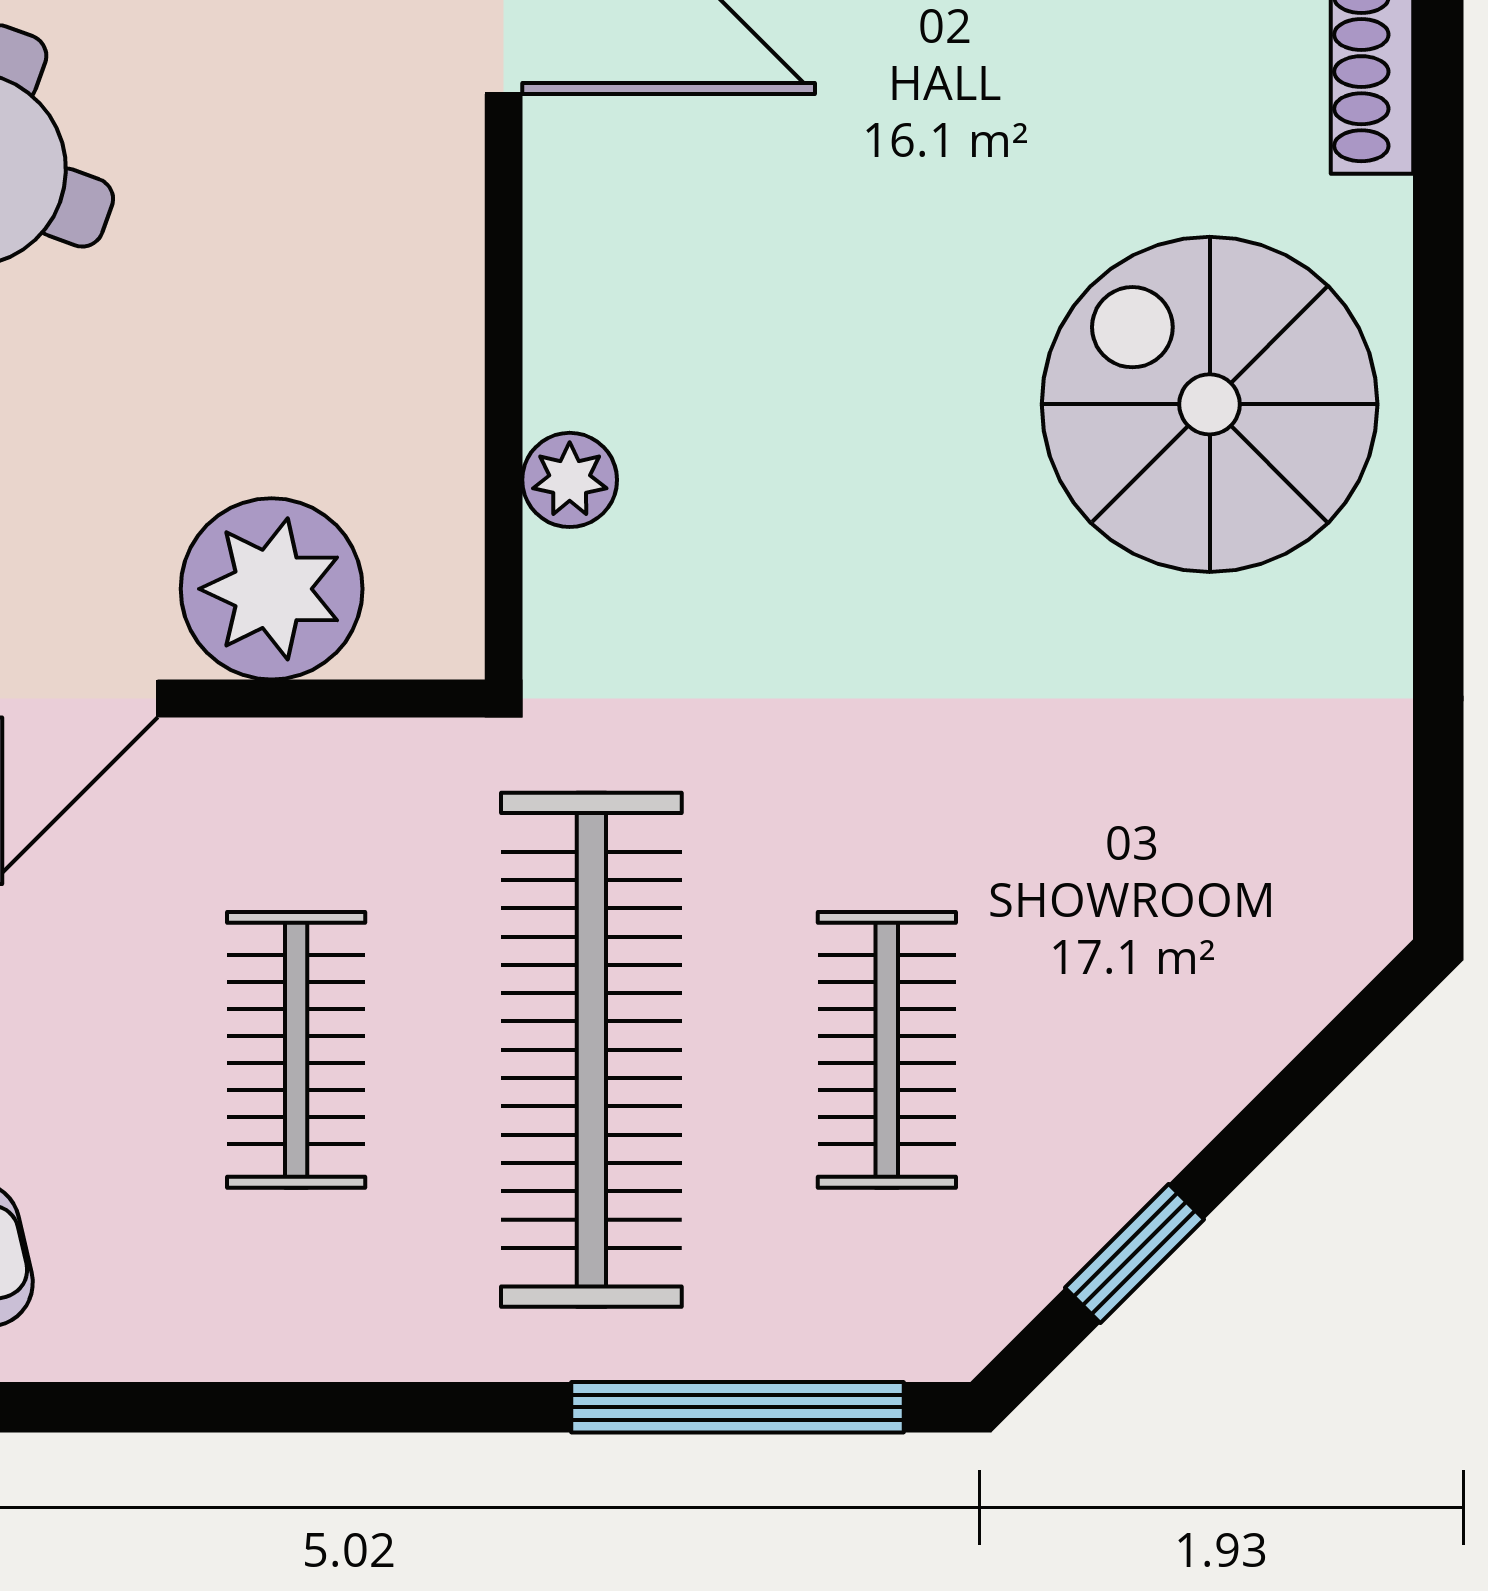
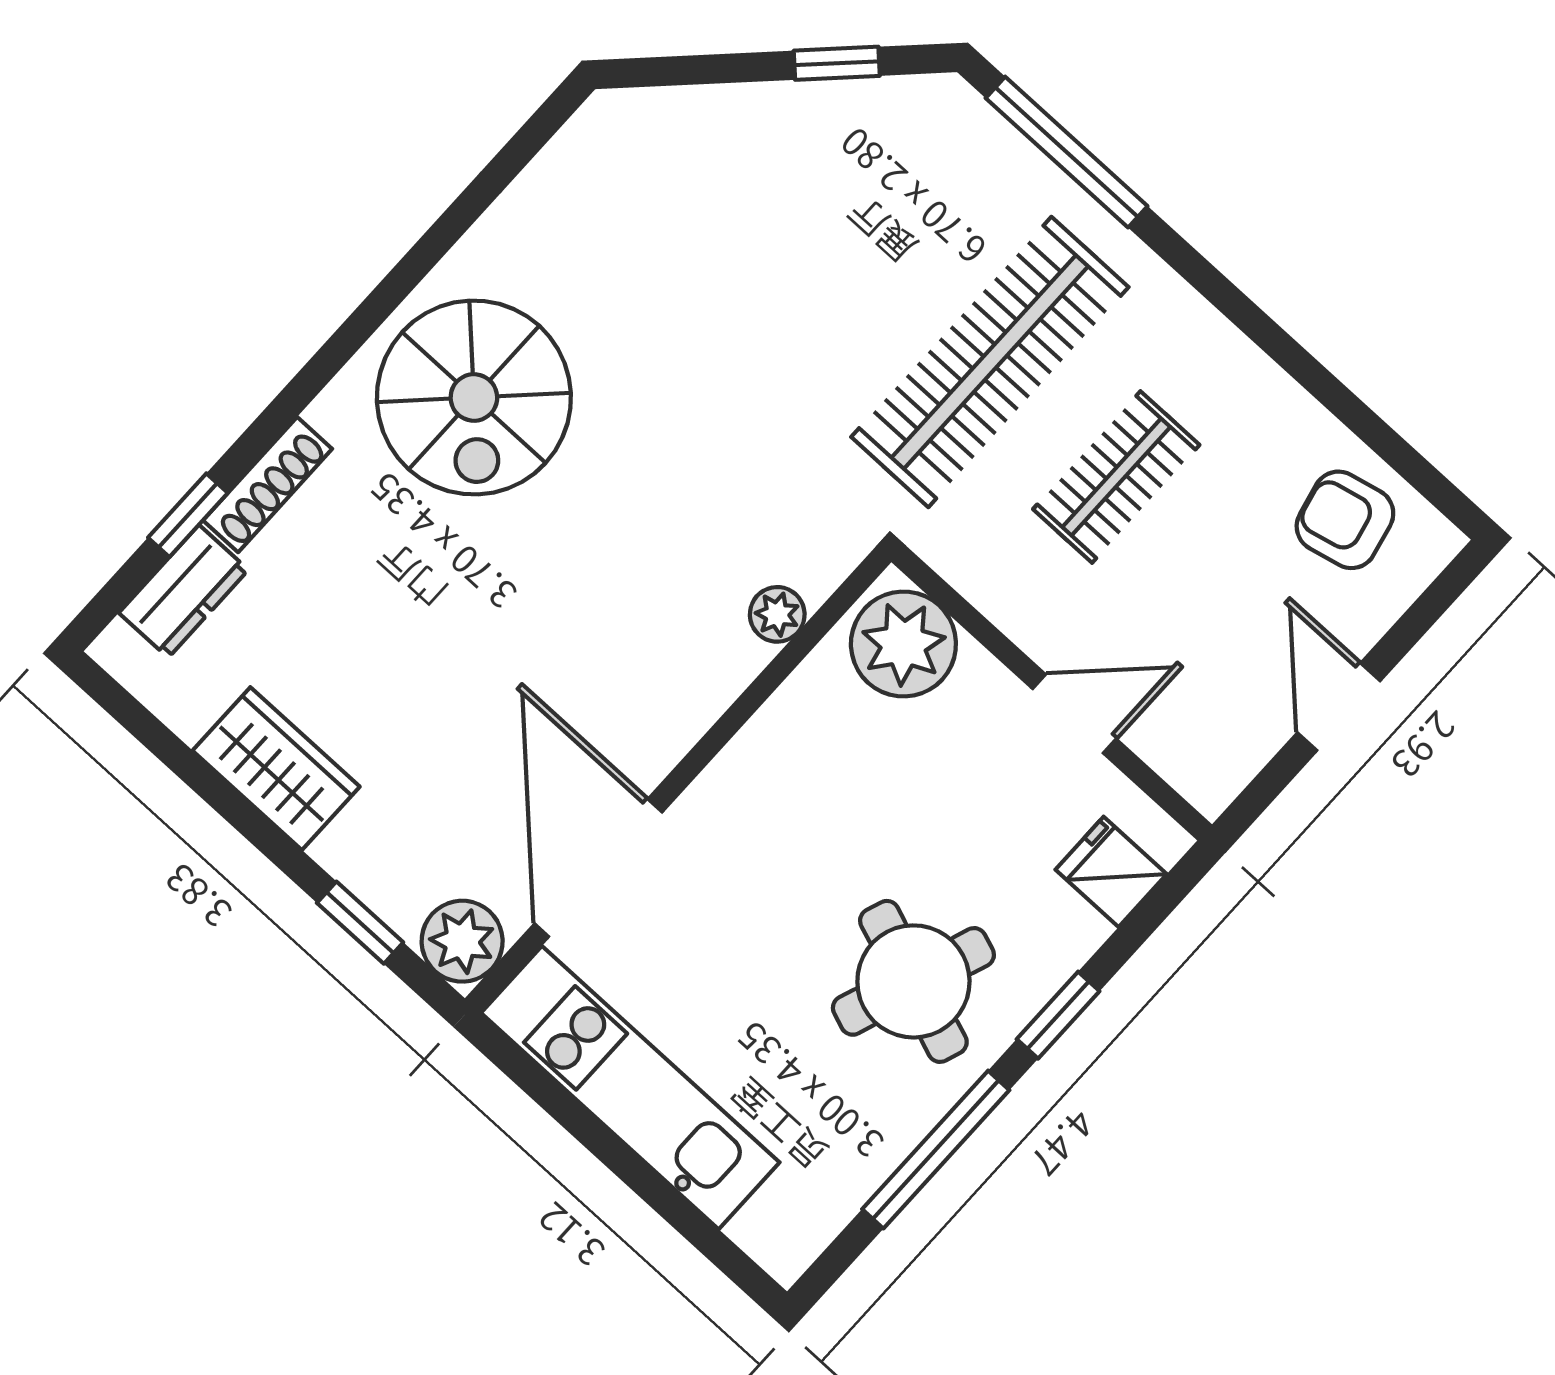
plant: (272, 589) -> (903, 644), moved
clothes rail: (887, 1050) -> (863, 247), removed

